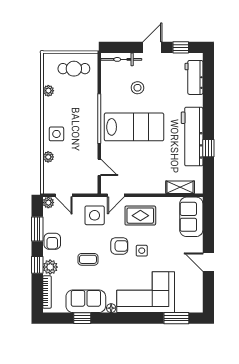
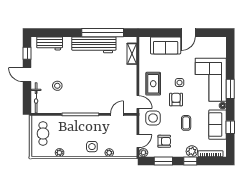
lab bench: (134, 127) -> (87, 88), removed
window: (208, 148) -> (103, 33), width x3.17
sofa: (191, 217) -> (166, 45), moved
armchair: (52, 241) -> (164, 141), moved
window: (176, 318) -> (230, 89), moved

